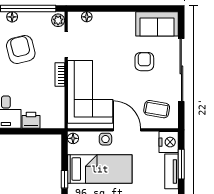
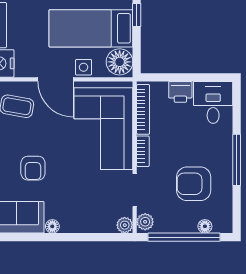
floor lamp: (87, 17) -> (52, 226), moved
plant: (74, 18) -> (125, 225), added
armchair: (21, 50) -> (194, 184), turned 104
bookcase: (60, 107) -> (143, 109), added
floor lamp: (73, 138) -> (120, 62), width x1.89, depth x1.89

